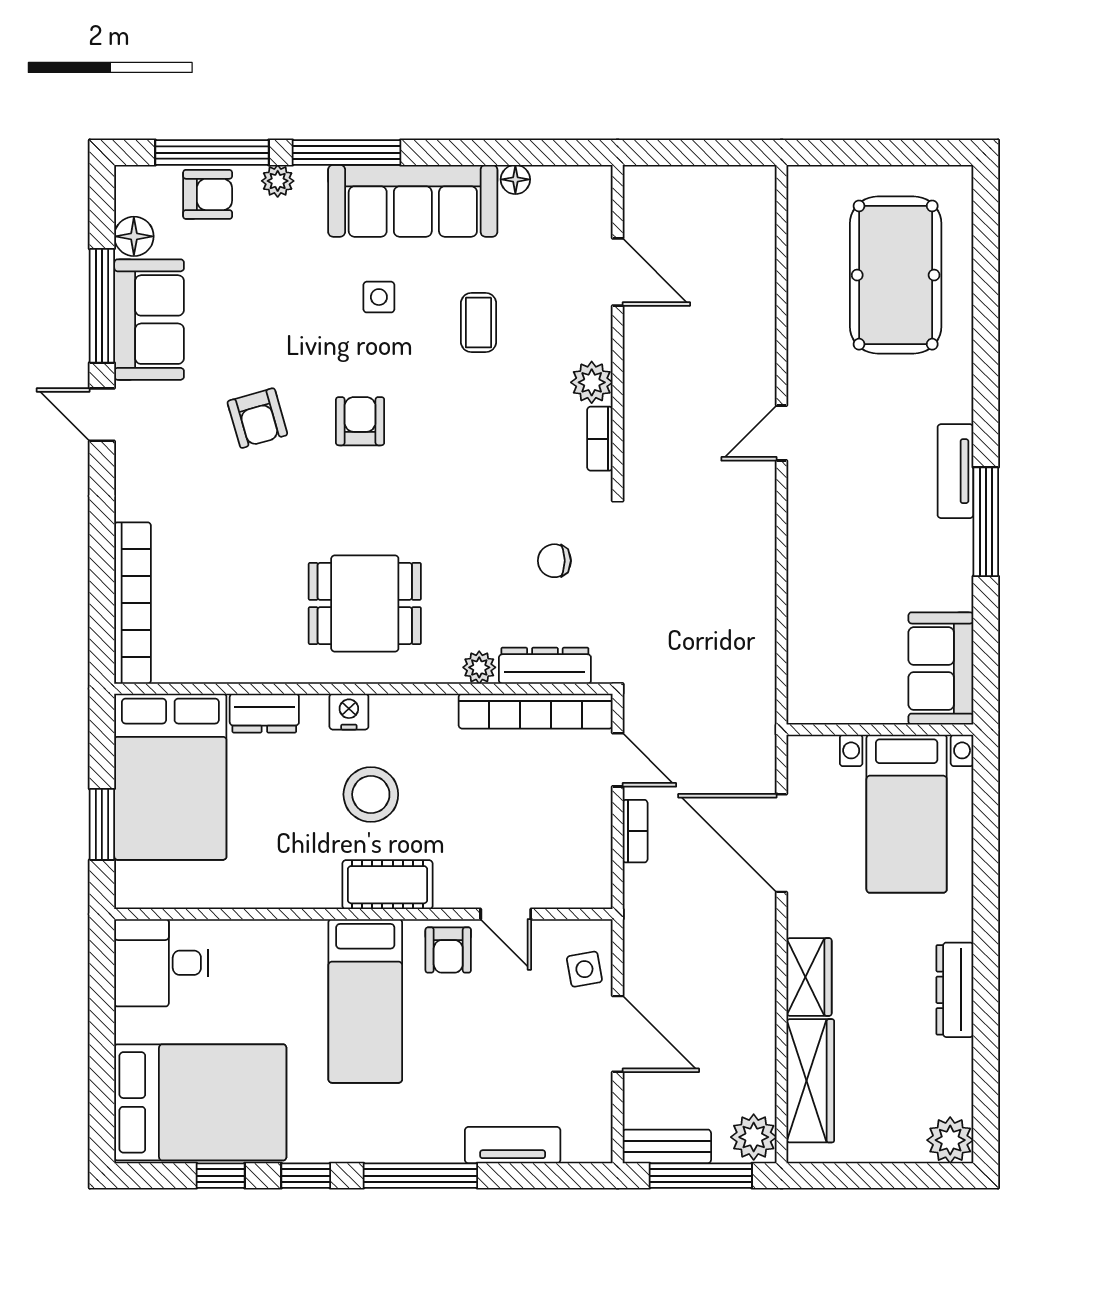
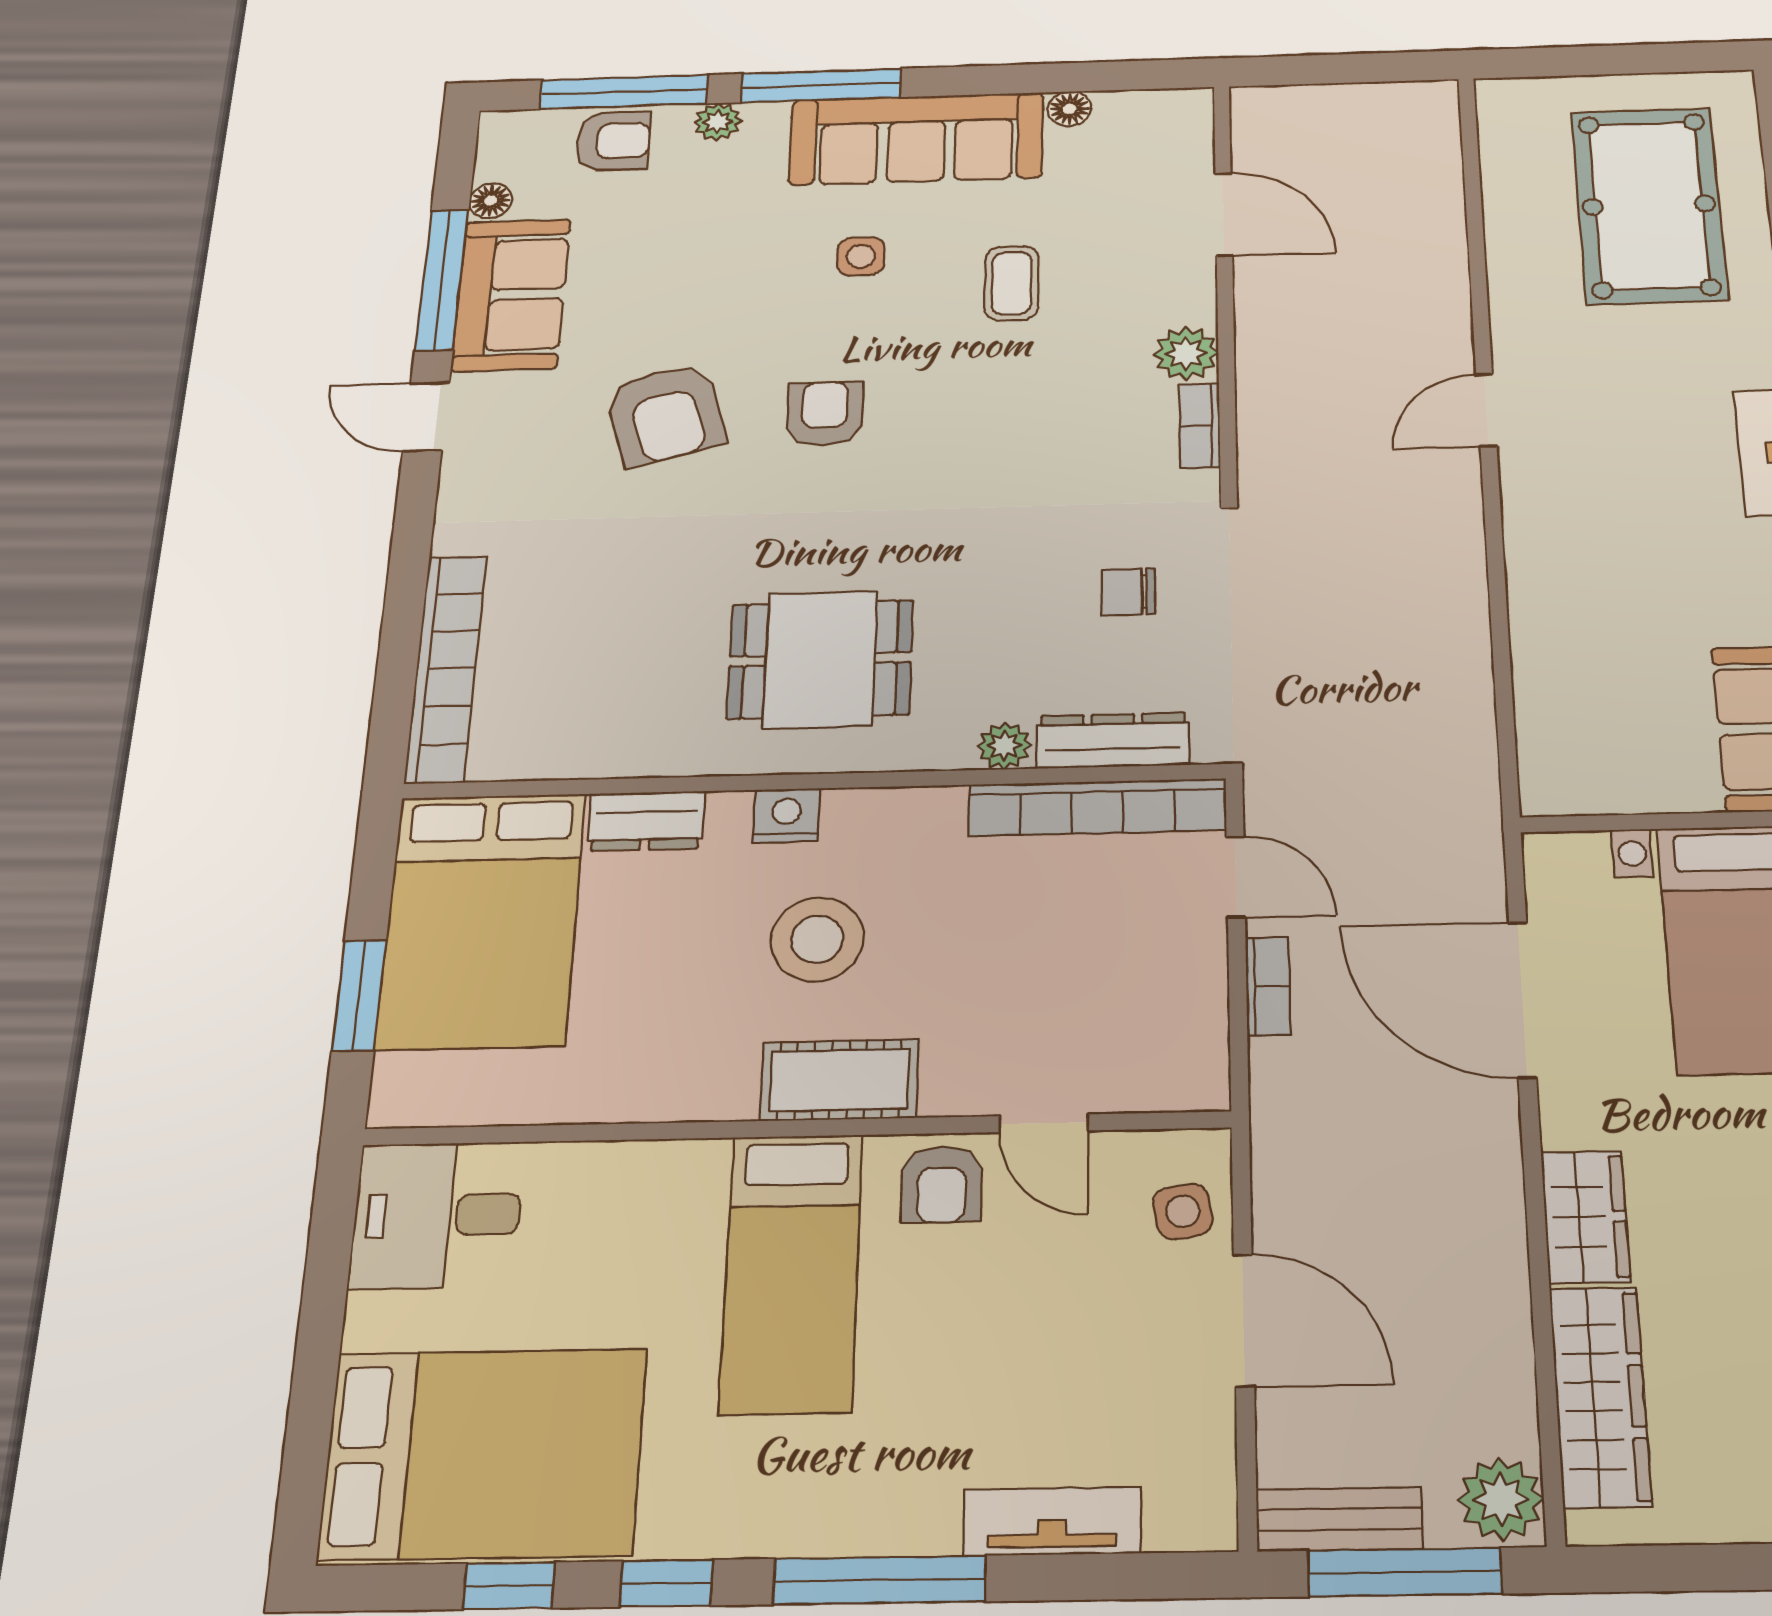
floor lamp: (134, 236) -> (491, 201), width x0.73, depth x0.73
armchair: (257, 418) -> (666, 414), width x1.38, depth x1.38

